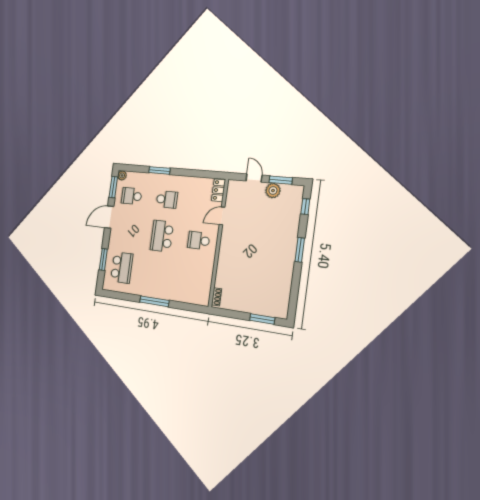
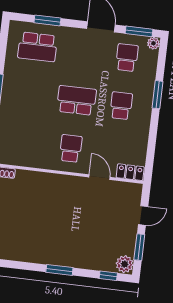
plant: (273, 191) -> (125, 264), moved
school desk: (167, 199) -> (121, 106), turned 180

